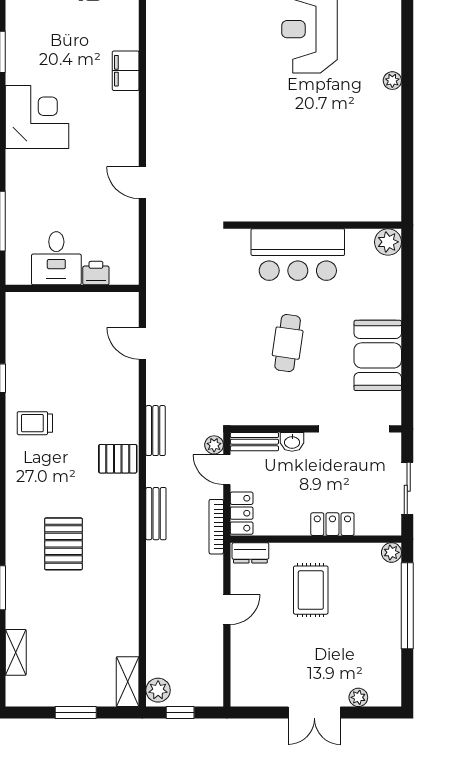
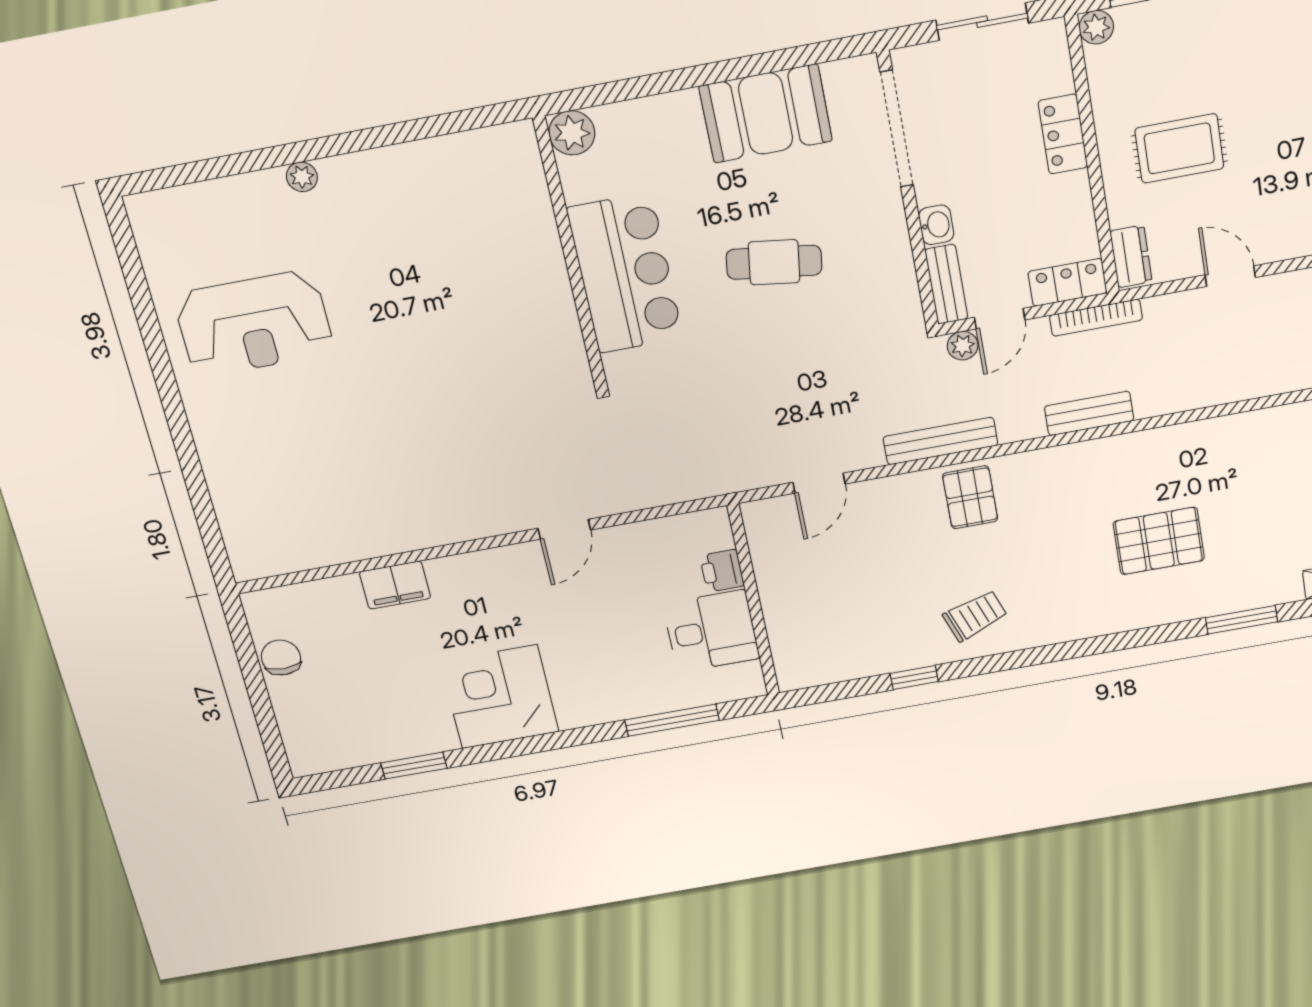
trolley: (35, 423) -> (975, 616), turned -110
bench: (156, 431) -> (940, 441), width x1.36
pallet: (118, 459) -> (970, 497), moved

